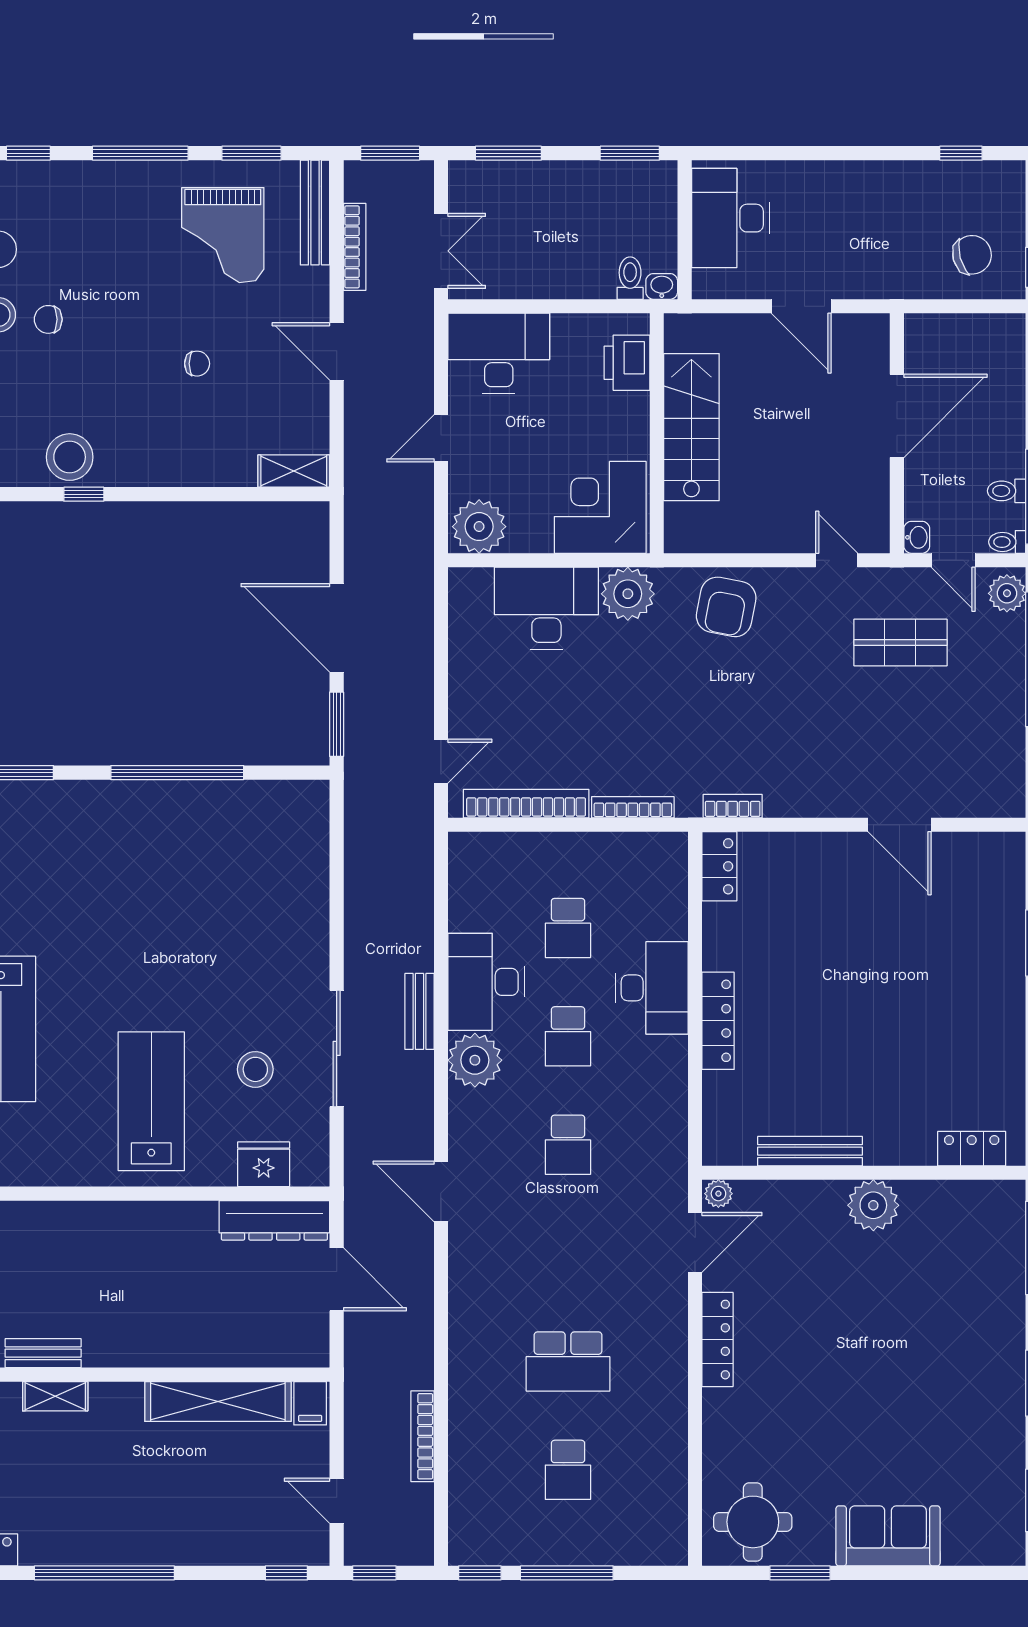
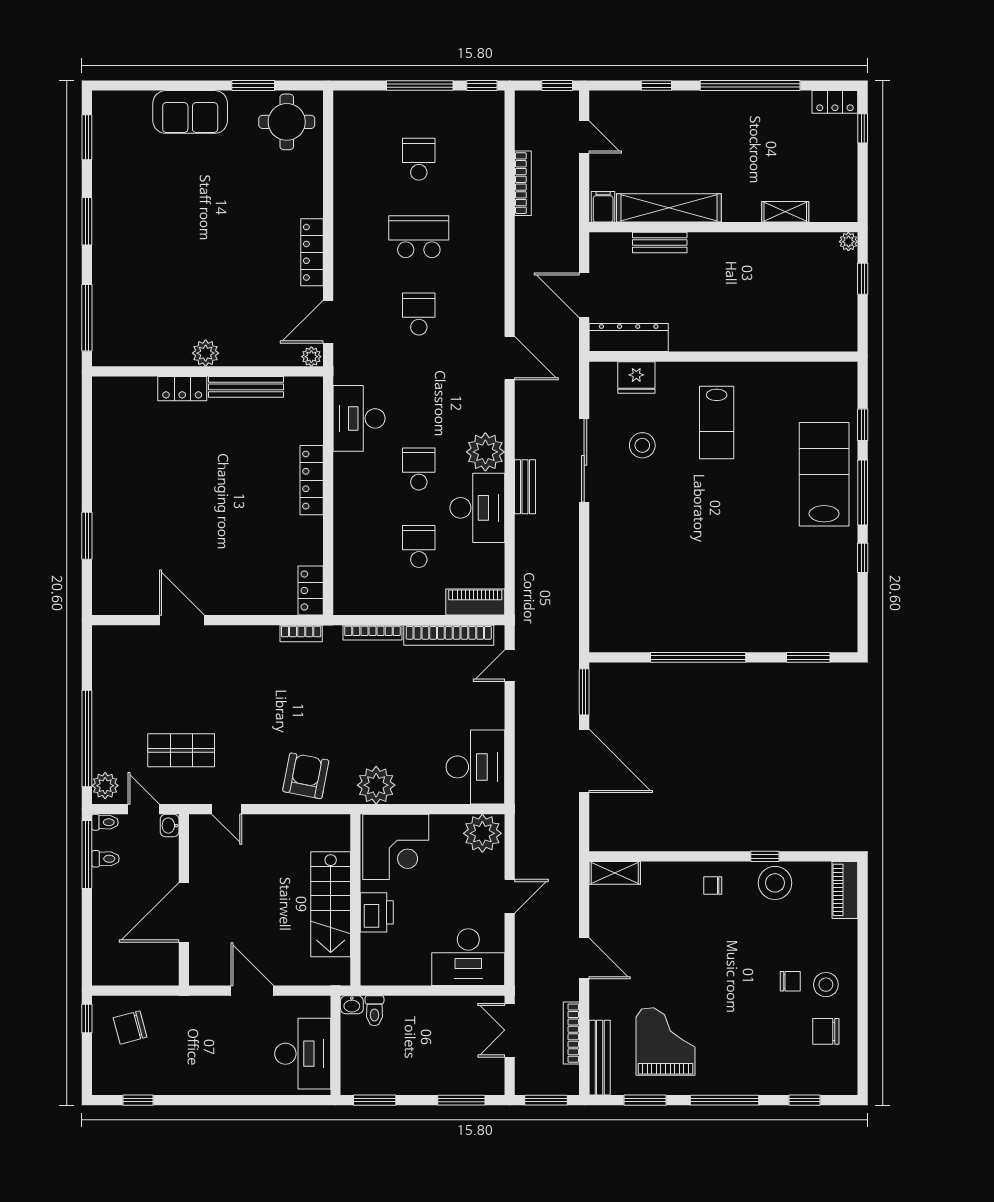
printer: (627, 363) -> (377, 912), moved
chair: (197, 364) -> (713, 886), moved
desk: (546, 608) -> (475, 767), moved, turned -90
piano: (489, 850) -> (475, 602), added
desk: (652, 988) -> (359, 418), moved
lab bench: (151, 1101) -> (717, 423), width x0.73, depth x0.72
school desk: (568, 1145) -> (419, 314), moved
locker: (972, 1149) -> (182, 389), moved
plant: (873, 1205) -> (206, 353), width x0.73, depth x0.73
bench: (43, 1353) -> (660, 243), moved
window: (286, 1573) -> (656, 85), moved

